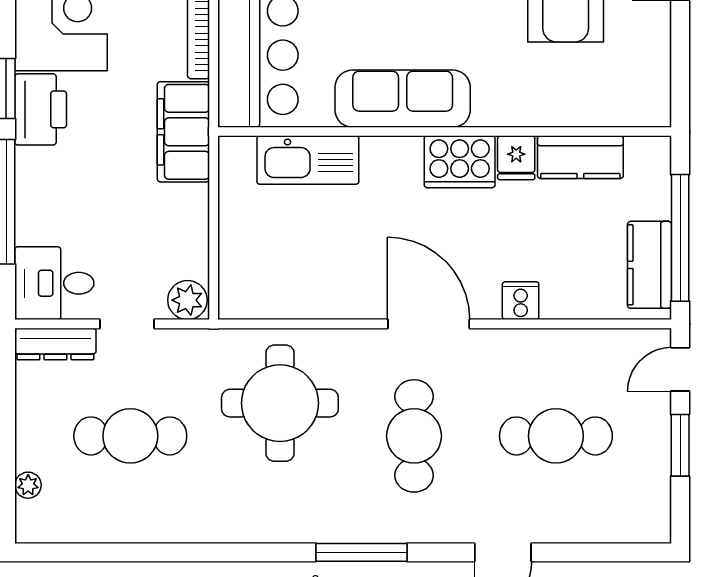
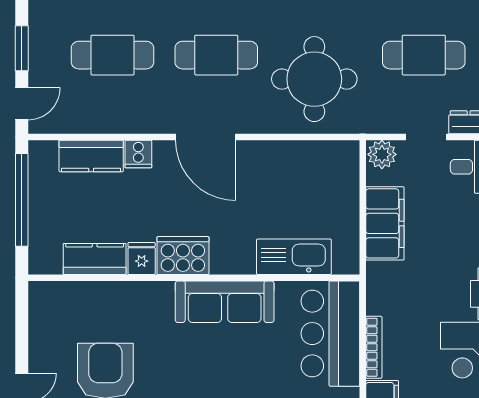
filing cabinet: (183, 132) -> (385, 223), moved
kitchen counter: (649, 265) -> (91, 156), moved, turned 90
cafe table: (414, 436) -> (216, 55), turned 90

